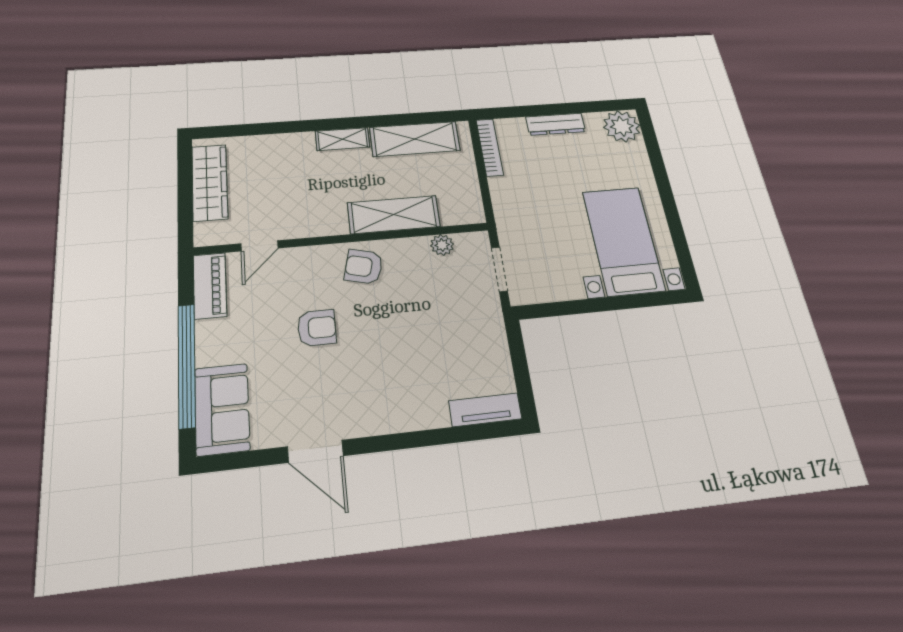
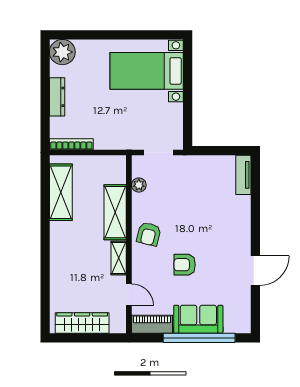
shelving: (342, 139) -> (119, 258), moved
armchair: (317, 328) -> (185, 265), turned -90
sofa: (222, 409) -> (198, 319), moved

